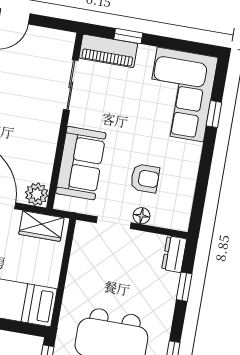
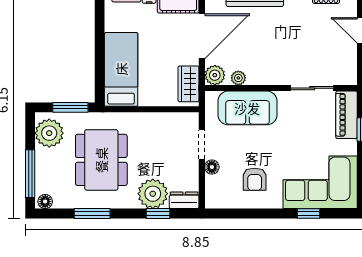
plant: (45, 168) -> (238, 78), added
armchair: (145, 178) -> (255, 179), moved
plant: (160, 289) -> (153, 194), added

